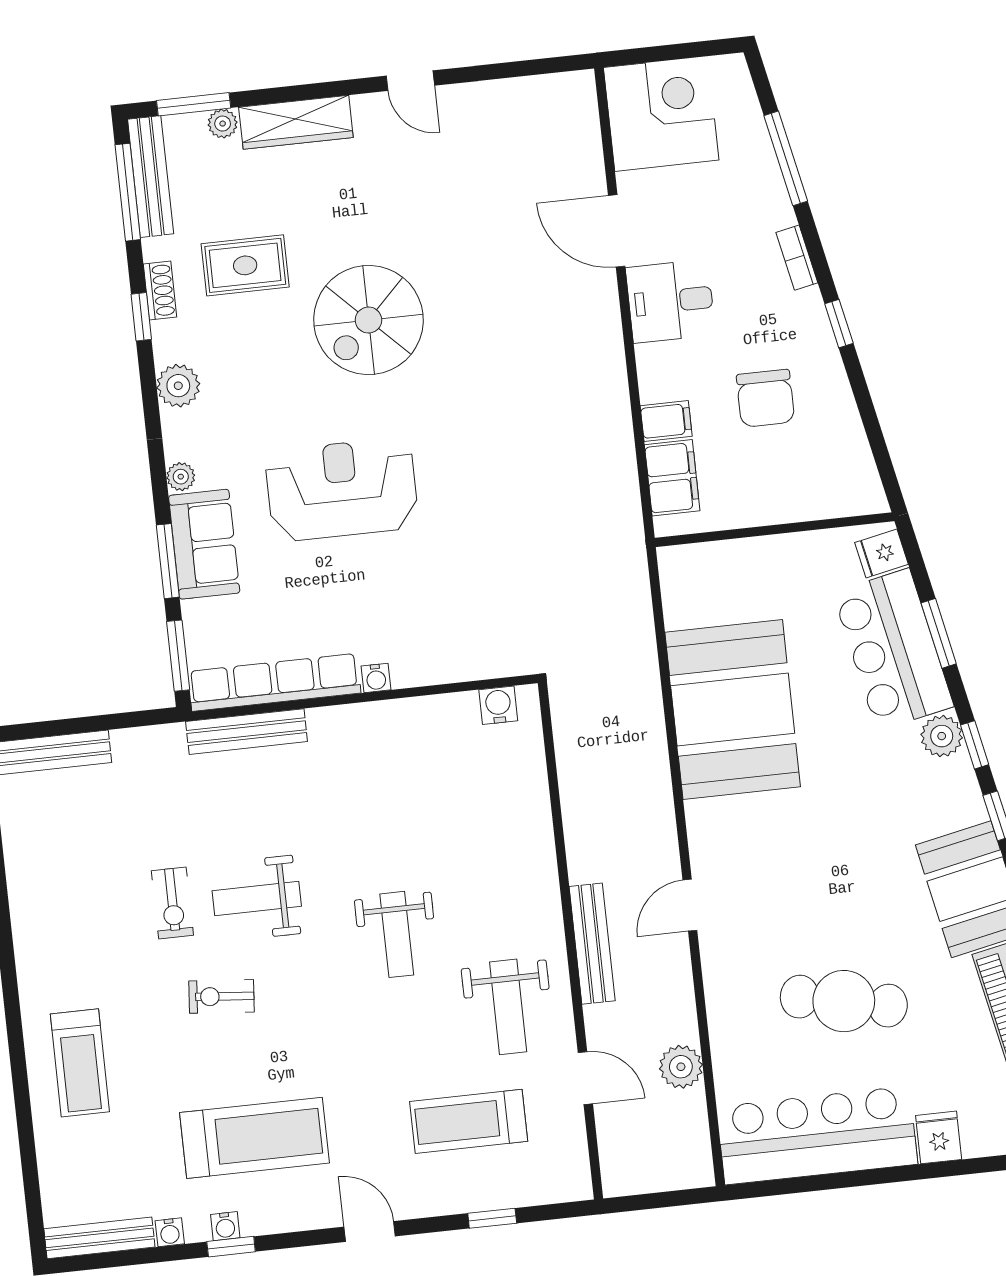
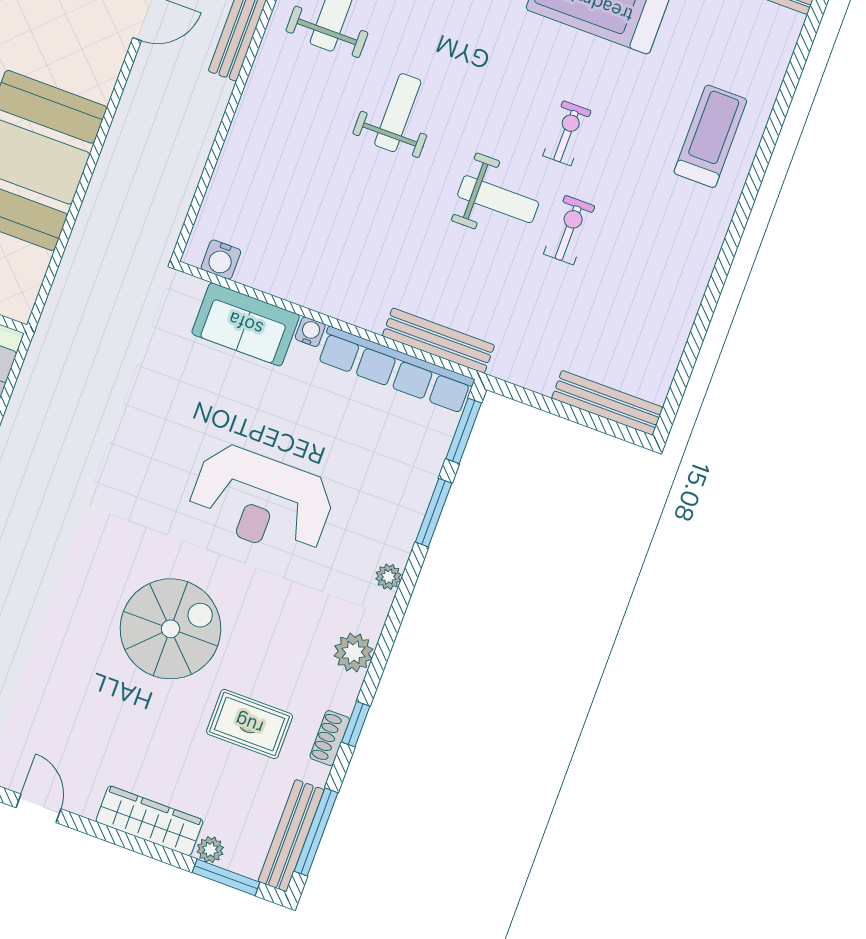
sofa: (204, 544) -> (246, 324), moved, turned -90
exercise bike: (221, 996) -> (567, 133), turned -95

